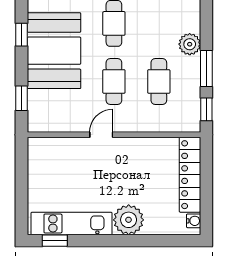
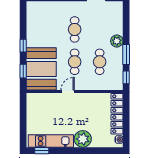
window: (21, 35) -> (23, 46), moved
booth: (54, 51) -> (41, 69), moved

